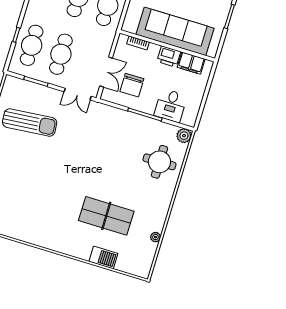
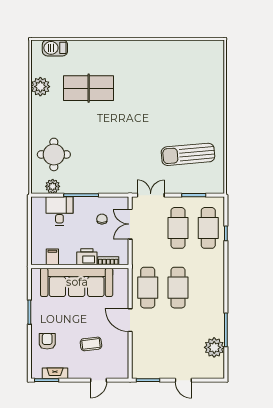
printer: (169, 57) -> (87, 257), moved
filing cabinet: (191, 63) -> (52, 257), width x0.50
chair: (132, 85) -> (102, 219), width x0.54, depth x0.54
plant: (184, 136) -> (53, 186), moved
plant: (155, 237) -> (40, 87), width x1.88, depth x1.88
barbecue: (103, 258) -> (55, 48), moved

